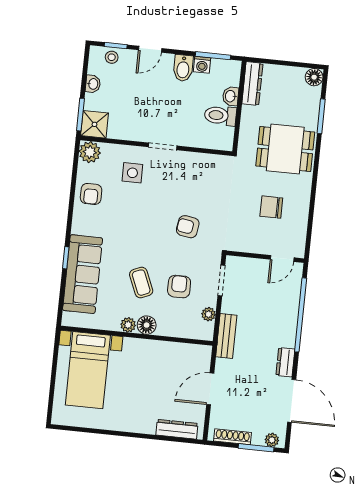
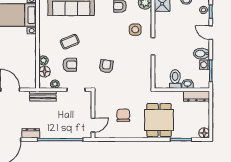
door: (282, 258) -> (93, 125), swing flipped
plant: (128, 325) -> (44, 60), moved
floor lamp: (147, 325) -> (45, 72), moved

